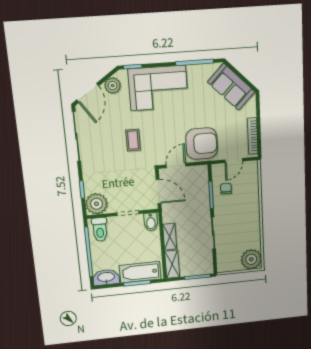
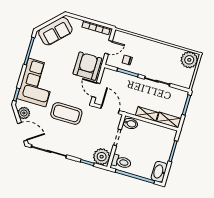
coffee table: (133, 140) -> (66, 113), width x1.86, depth x1.72
door: (234, 160) -> (109, 47), hinge flipped
door: (158, 192) -> (110, 110), hinge flipped
bathtub: (140, 272) -> (165, 146), removed

